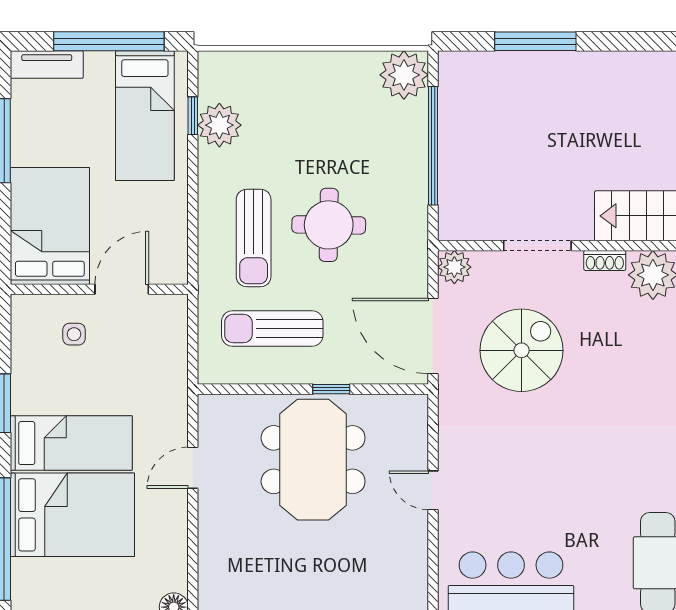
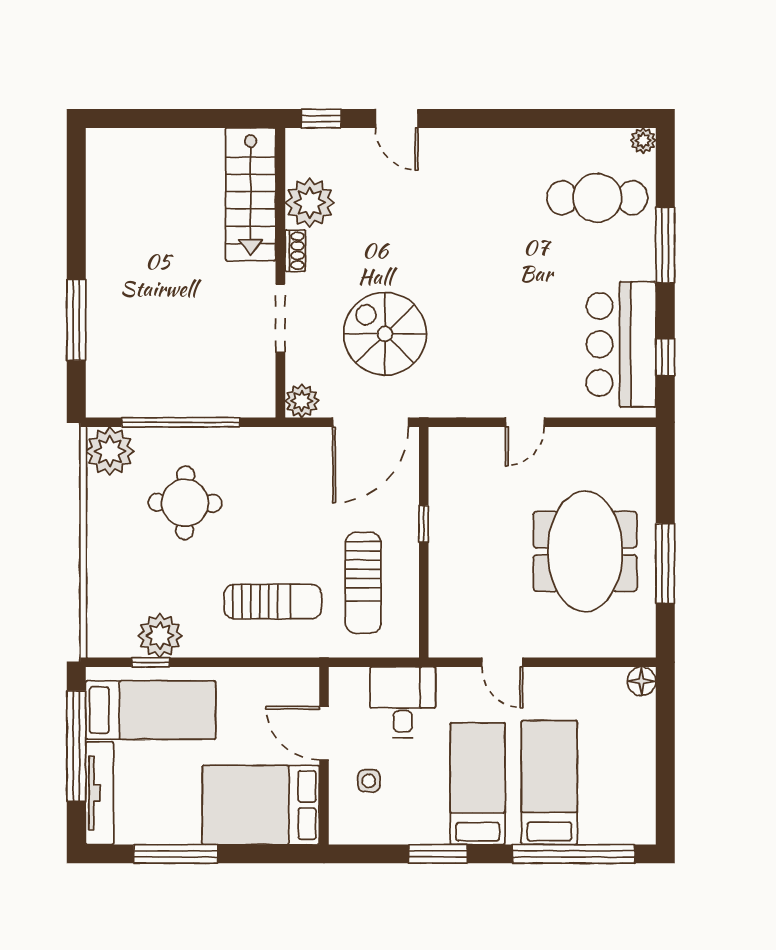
tv unit: (47, 65) -> (100, 793), width x1.41
round table: (329, 225) -> (185, 503), moved
desk: (153, 368) -> (403, 702), added
meeting table: (313, 460) -> (585, 551), moved, turned 90
bed: (72, 515) -> (549, 783), width x0.67

